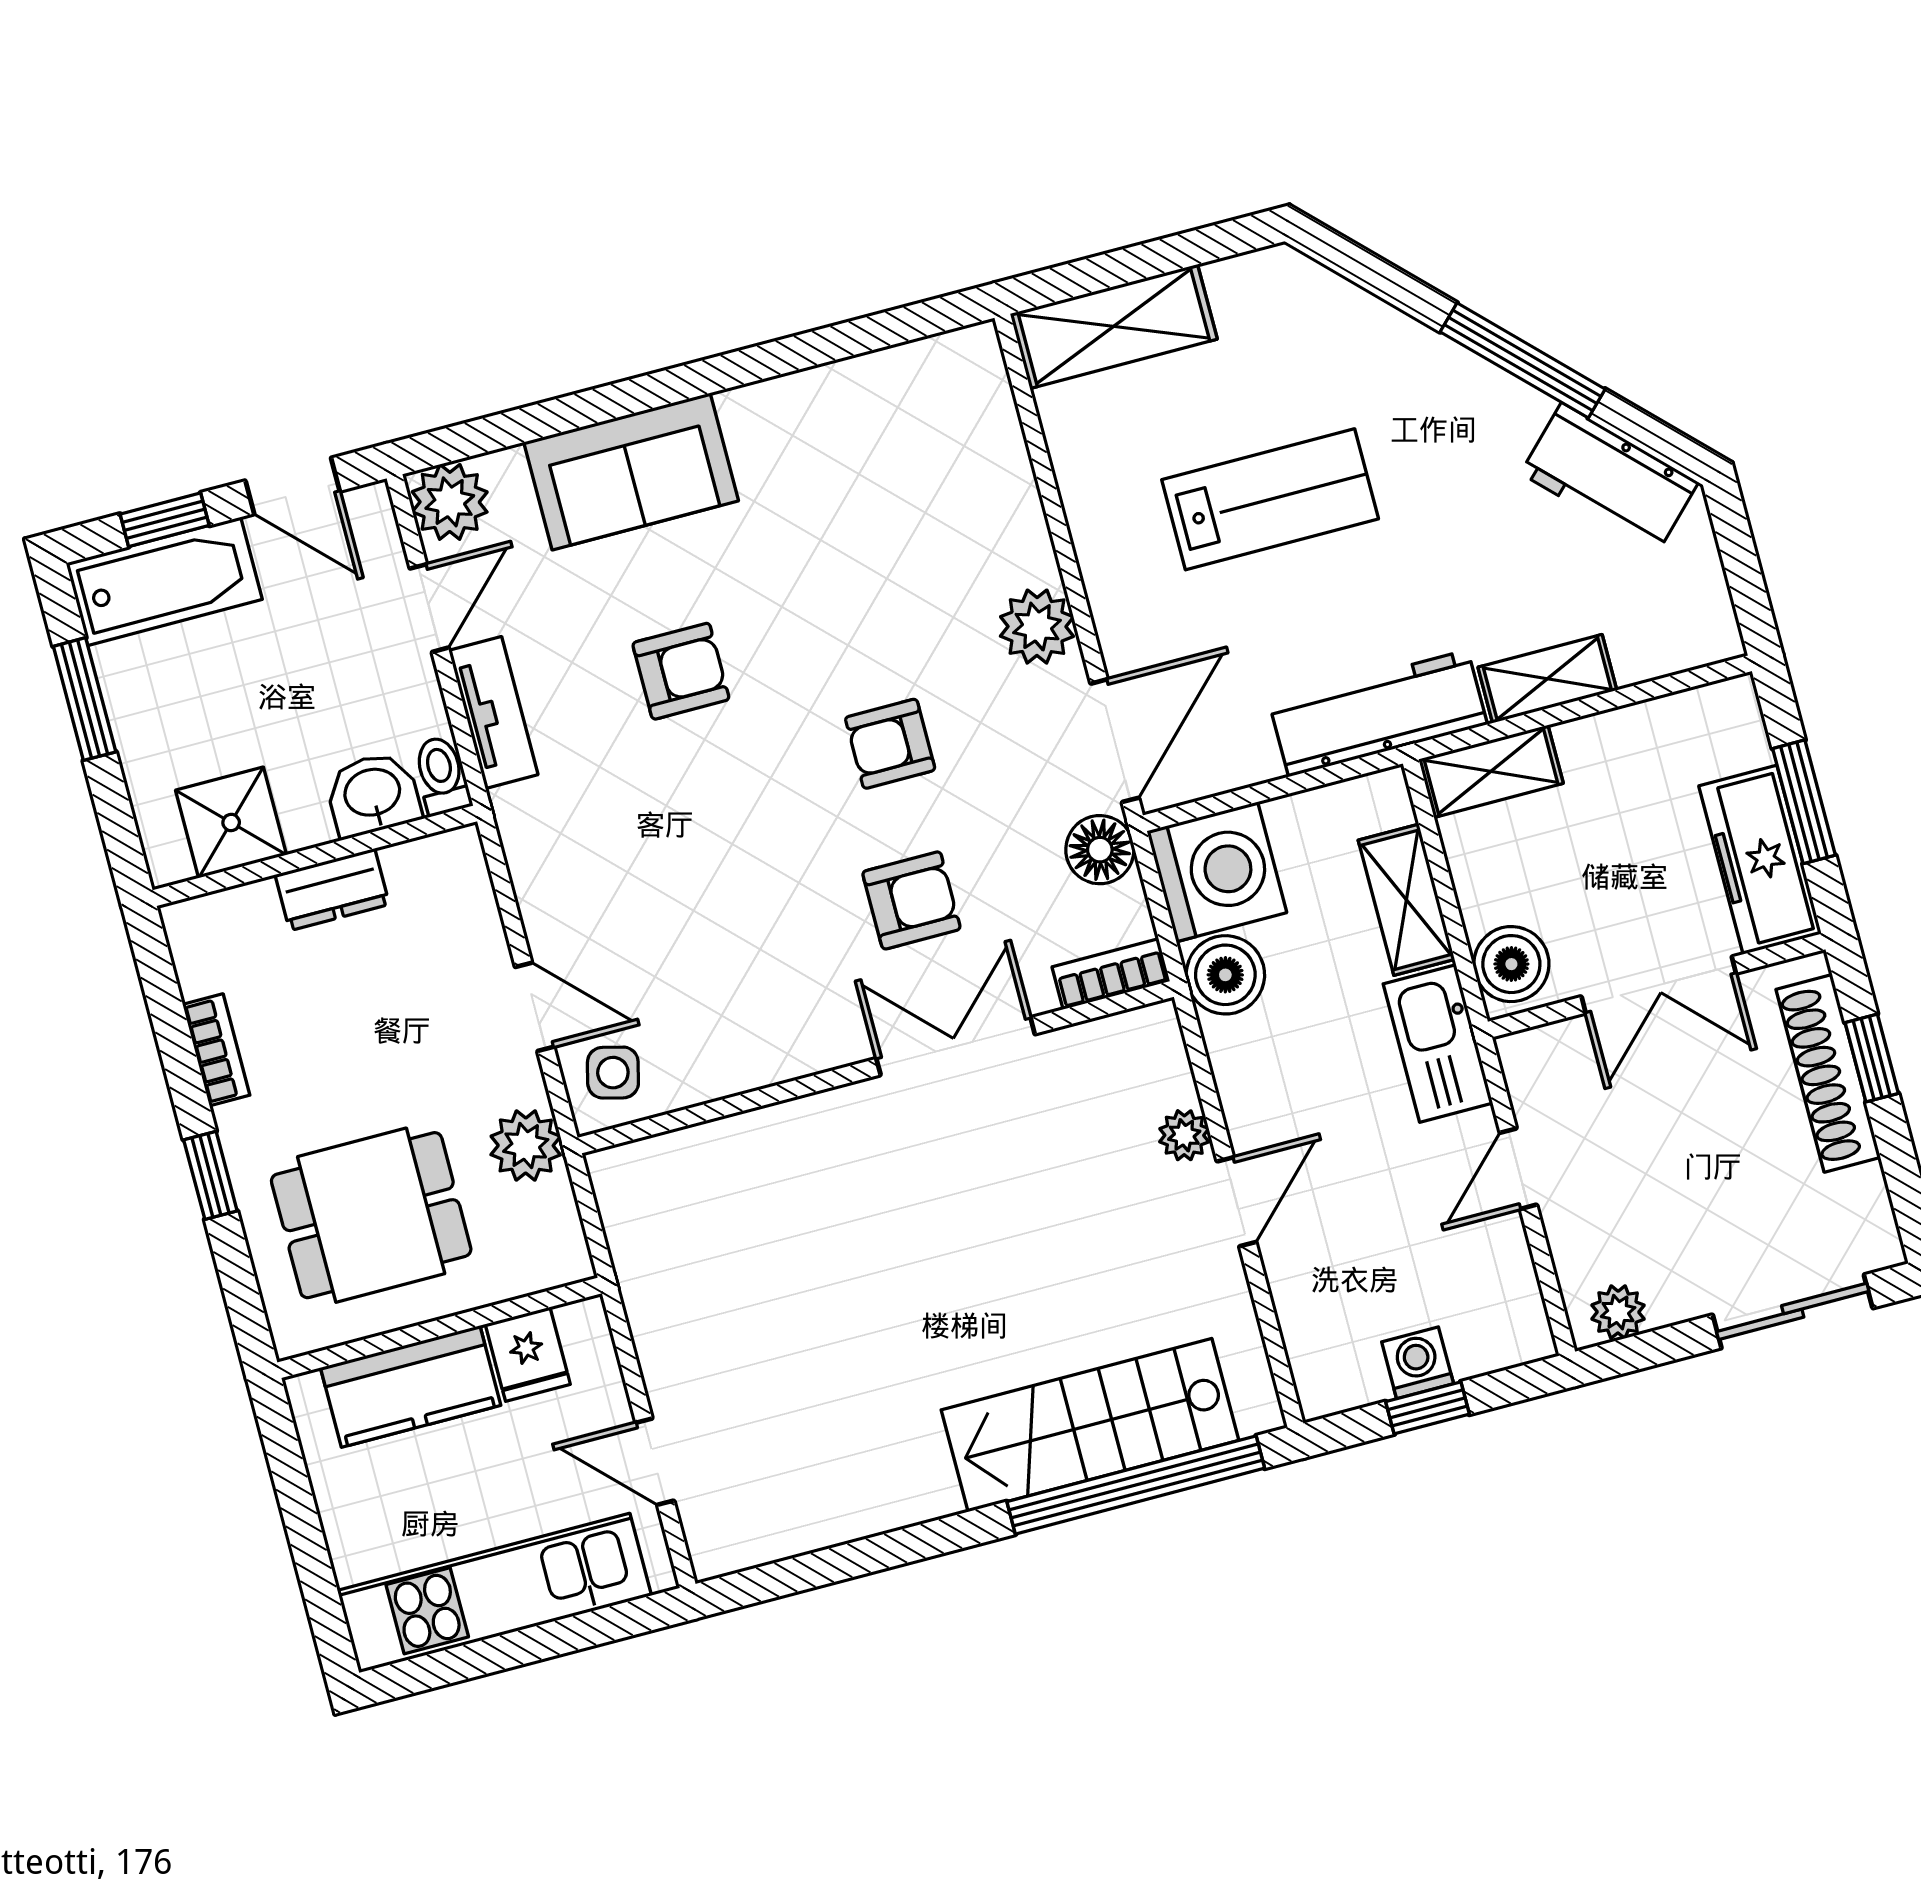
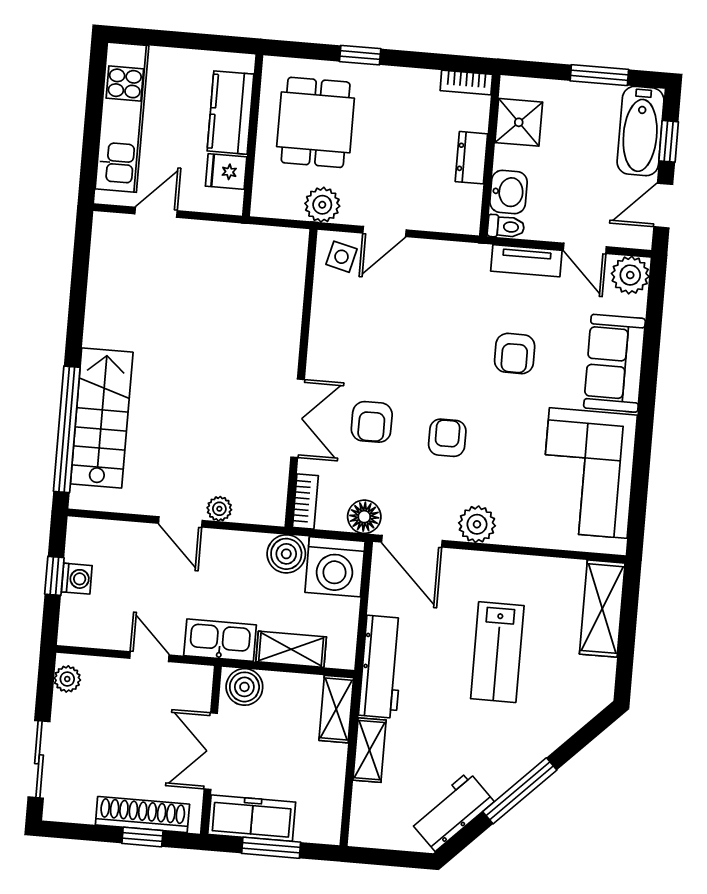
corner sofa: (861, 447) -> (588, 473), added
bookcase: (216, 1050) -> (466, 82), moved

